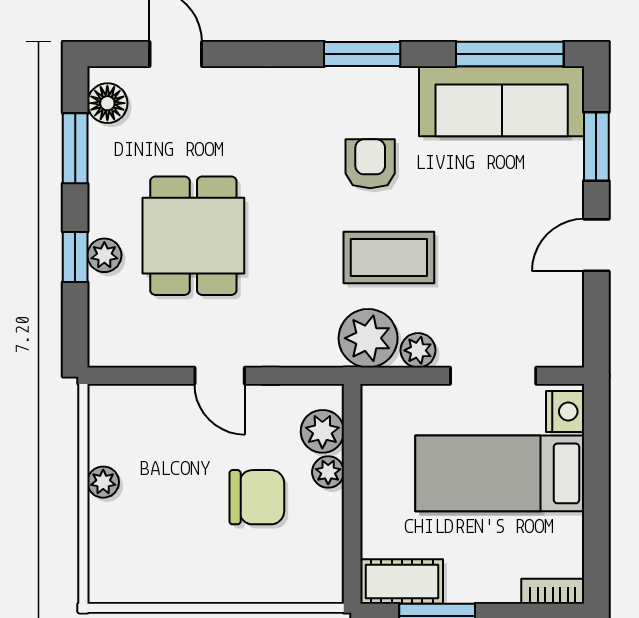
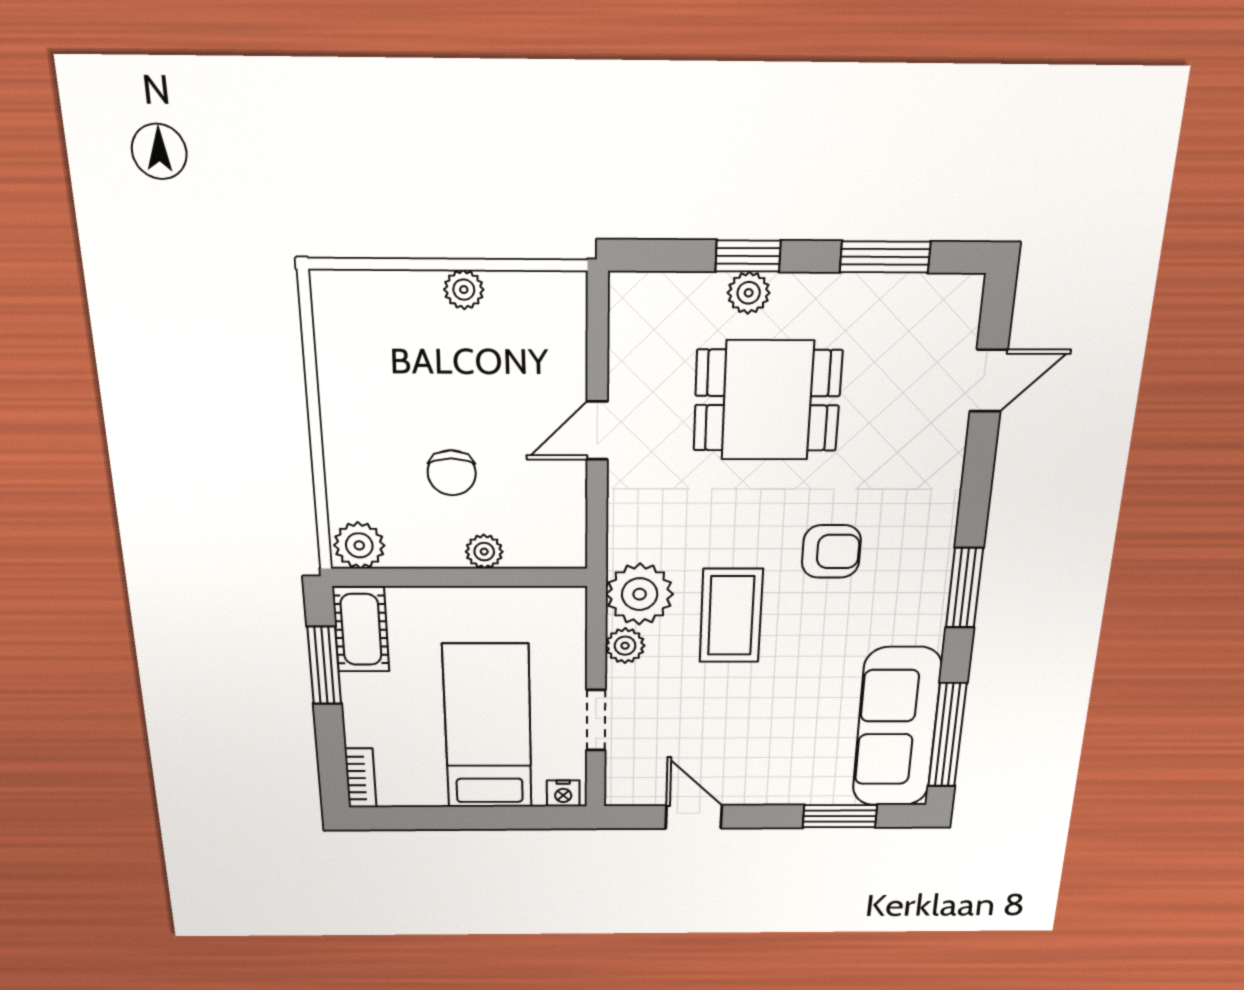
floor lamp: (107, 103) -> (937, 298), removed
armchair: (370, 164) -> (831, 551), moved
door: (596, 245) -> (694, 817), moved
doorway: (493, 376) -> (596, 720), width x0.73
nightstand: (565, 411) -> (563, 793), width x0.72, depth x0.74
plant: (322, 431) -> (359, 545), moved
chair: (257, 497) -> (452, 473), width x0.73, depth x0.73

